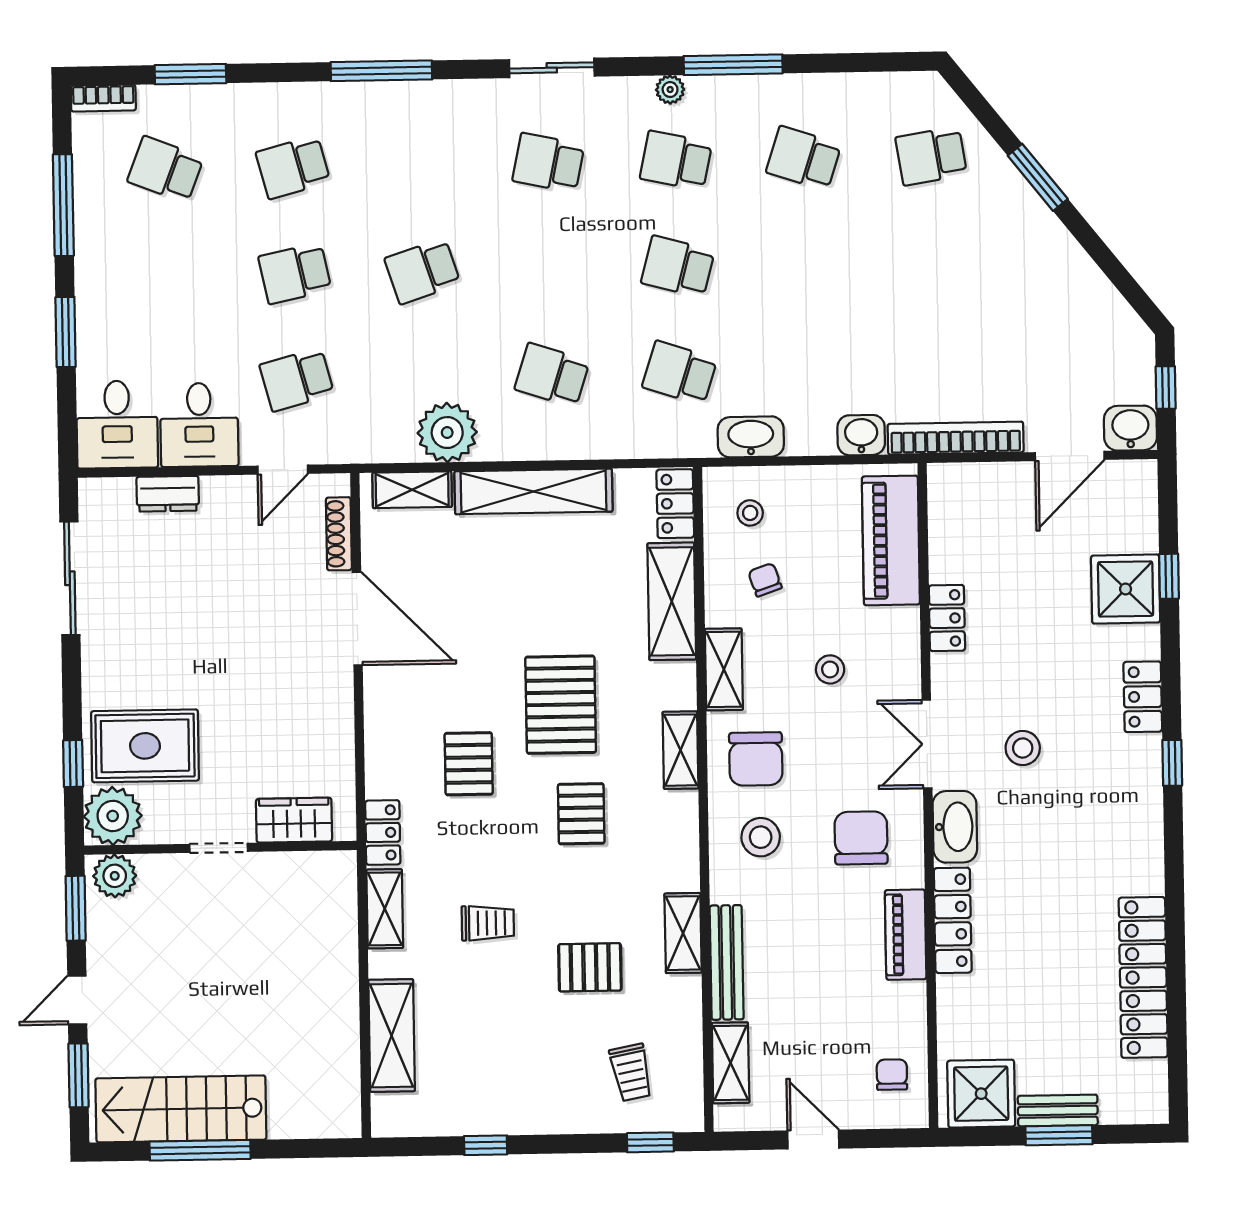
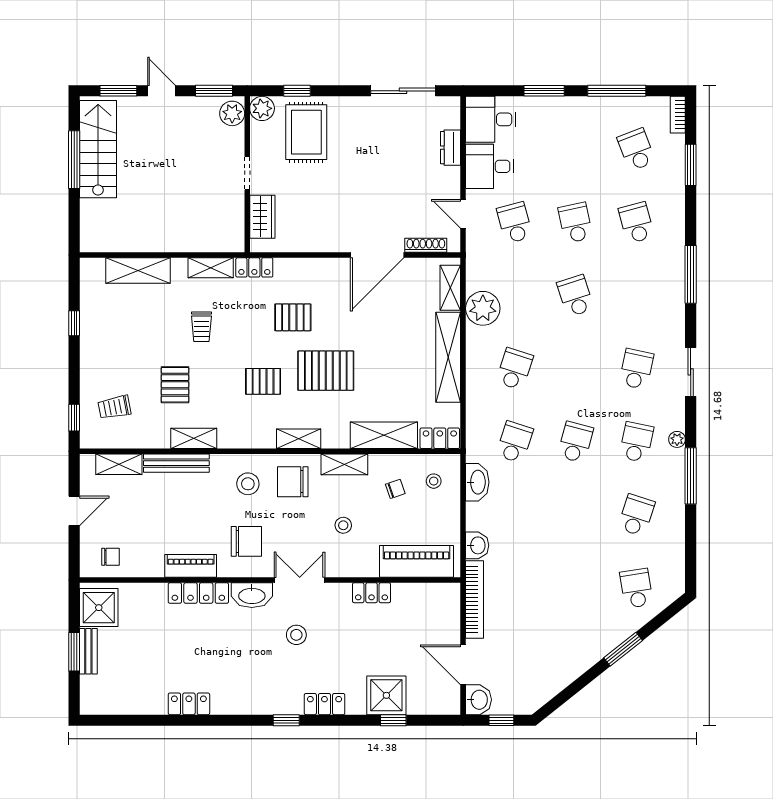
school desk: (165, 169) -> (636, 150), turned -42
plant: (113, 816) -> (262, 108), width x0.73, depth x0.73
locker: (1143, 977) -> (189, 704), width x0.46, depth x0.83

